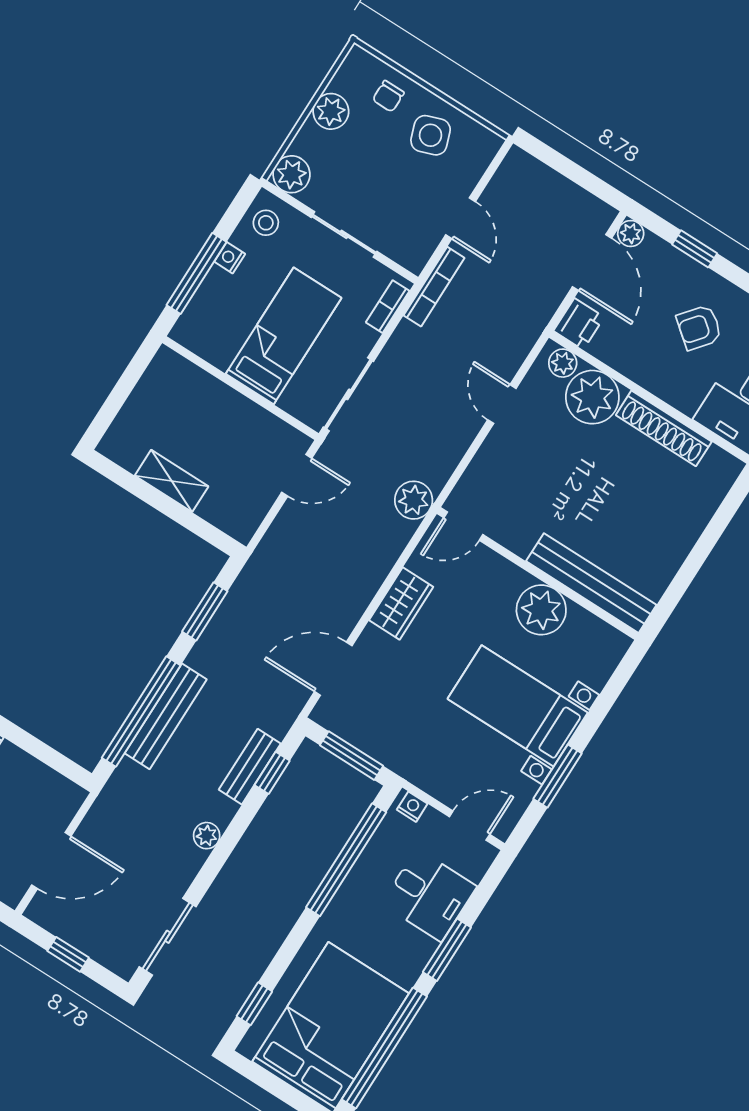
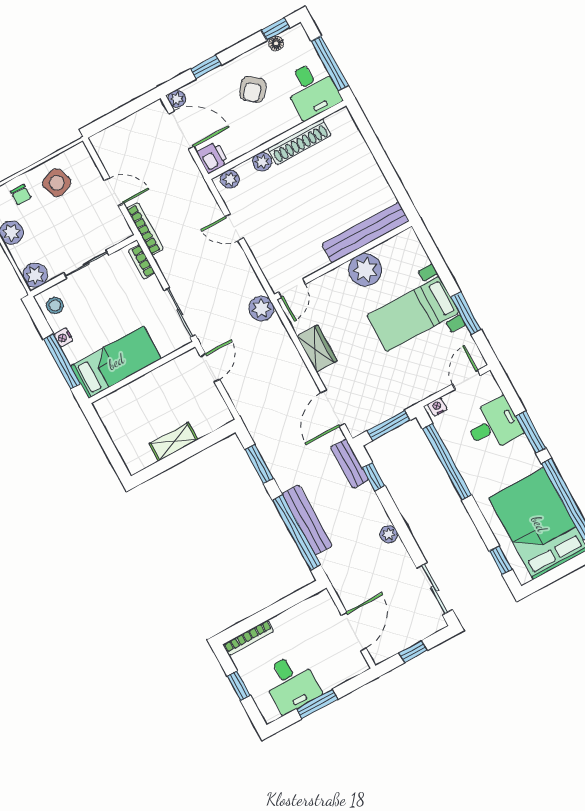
bed: (284, 336) -> (116, 362), moved, turned 90
plant: (592, 397) -> (262, 162), width x0.53, depth x0.53
bench: (250, 767) -> (350, 464), moved

